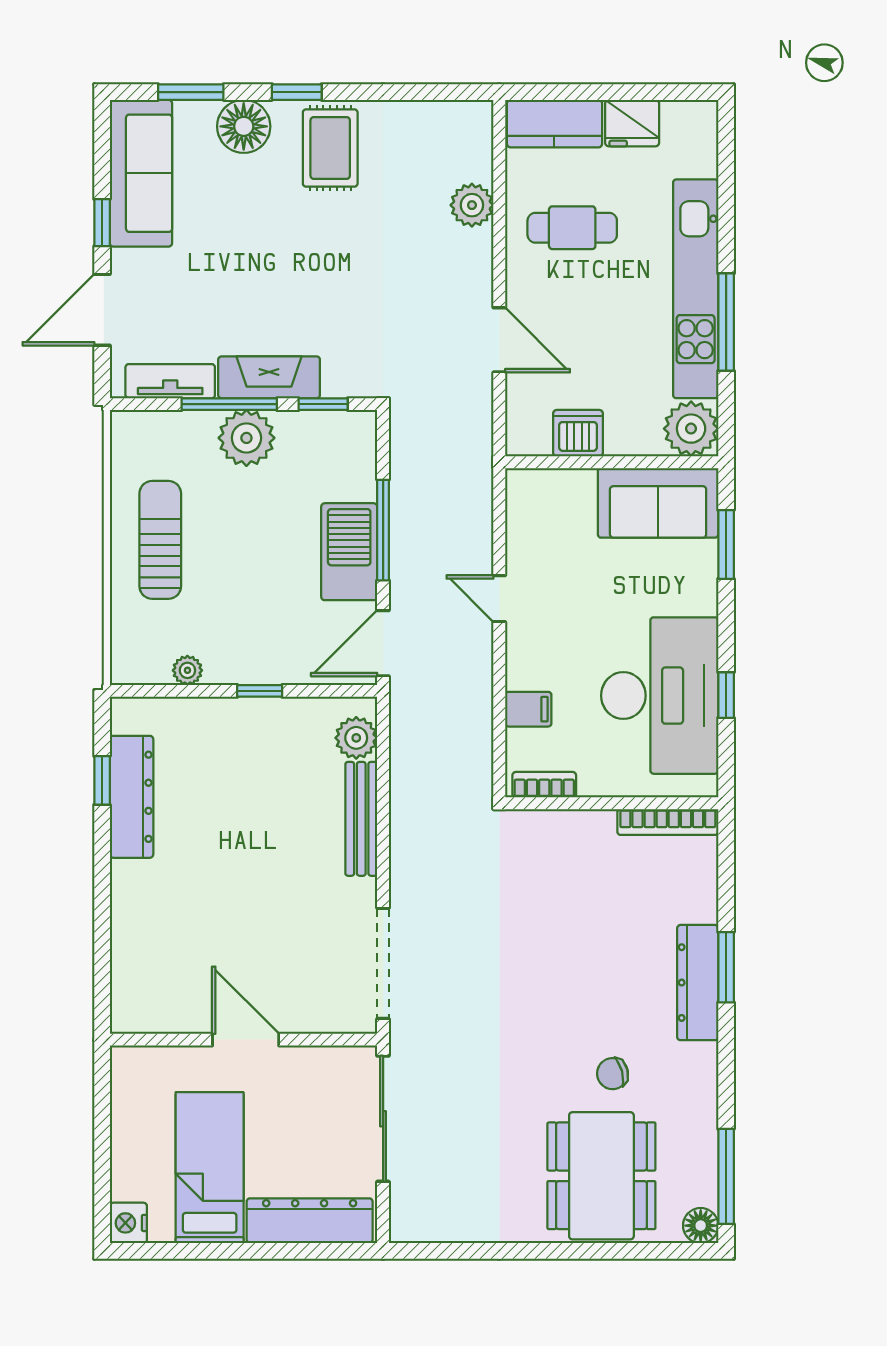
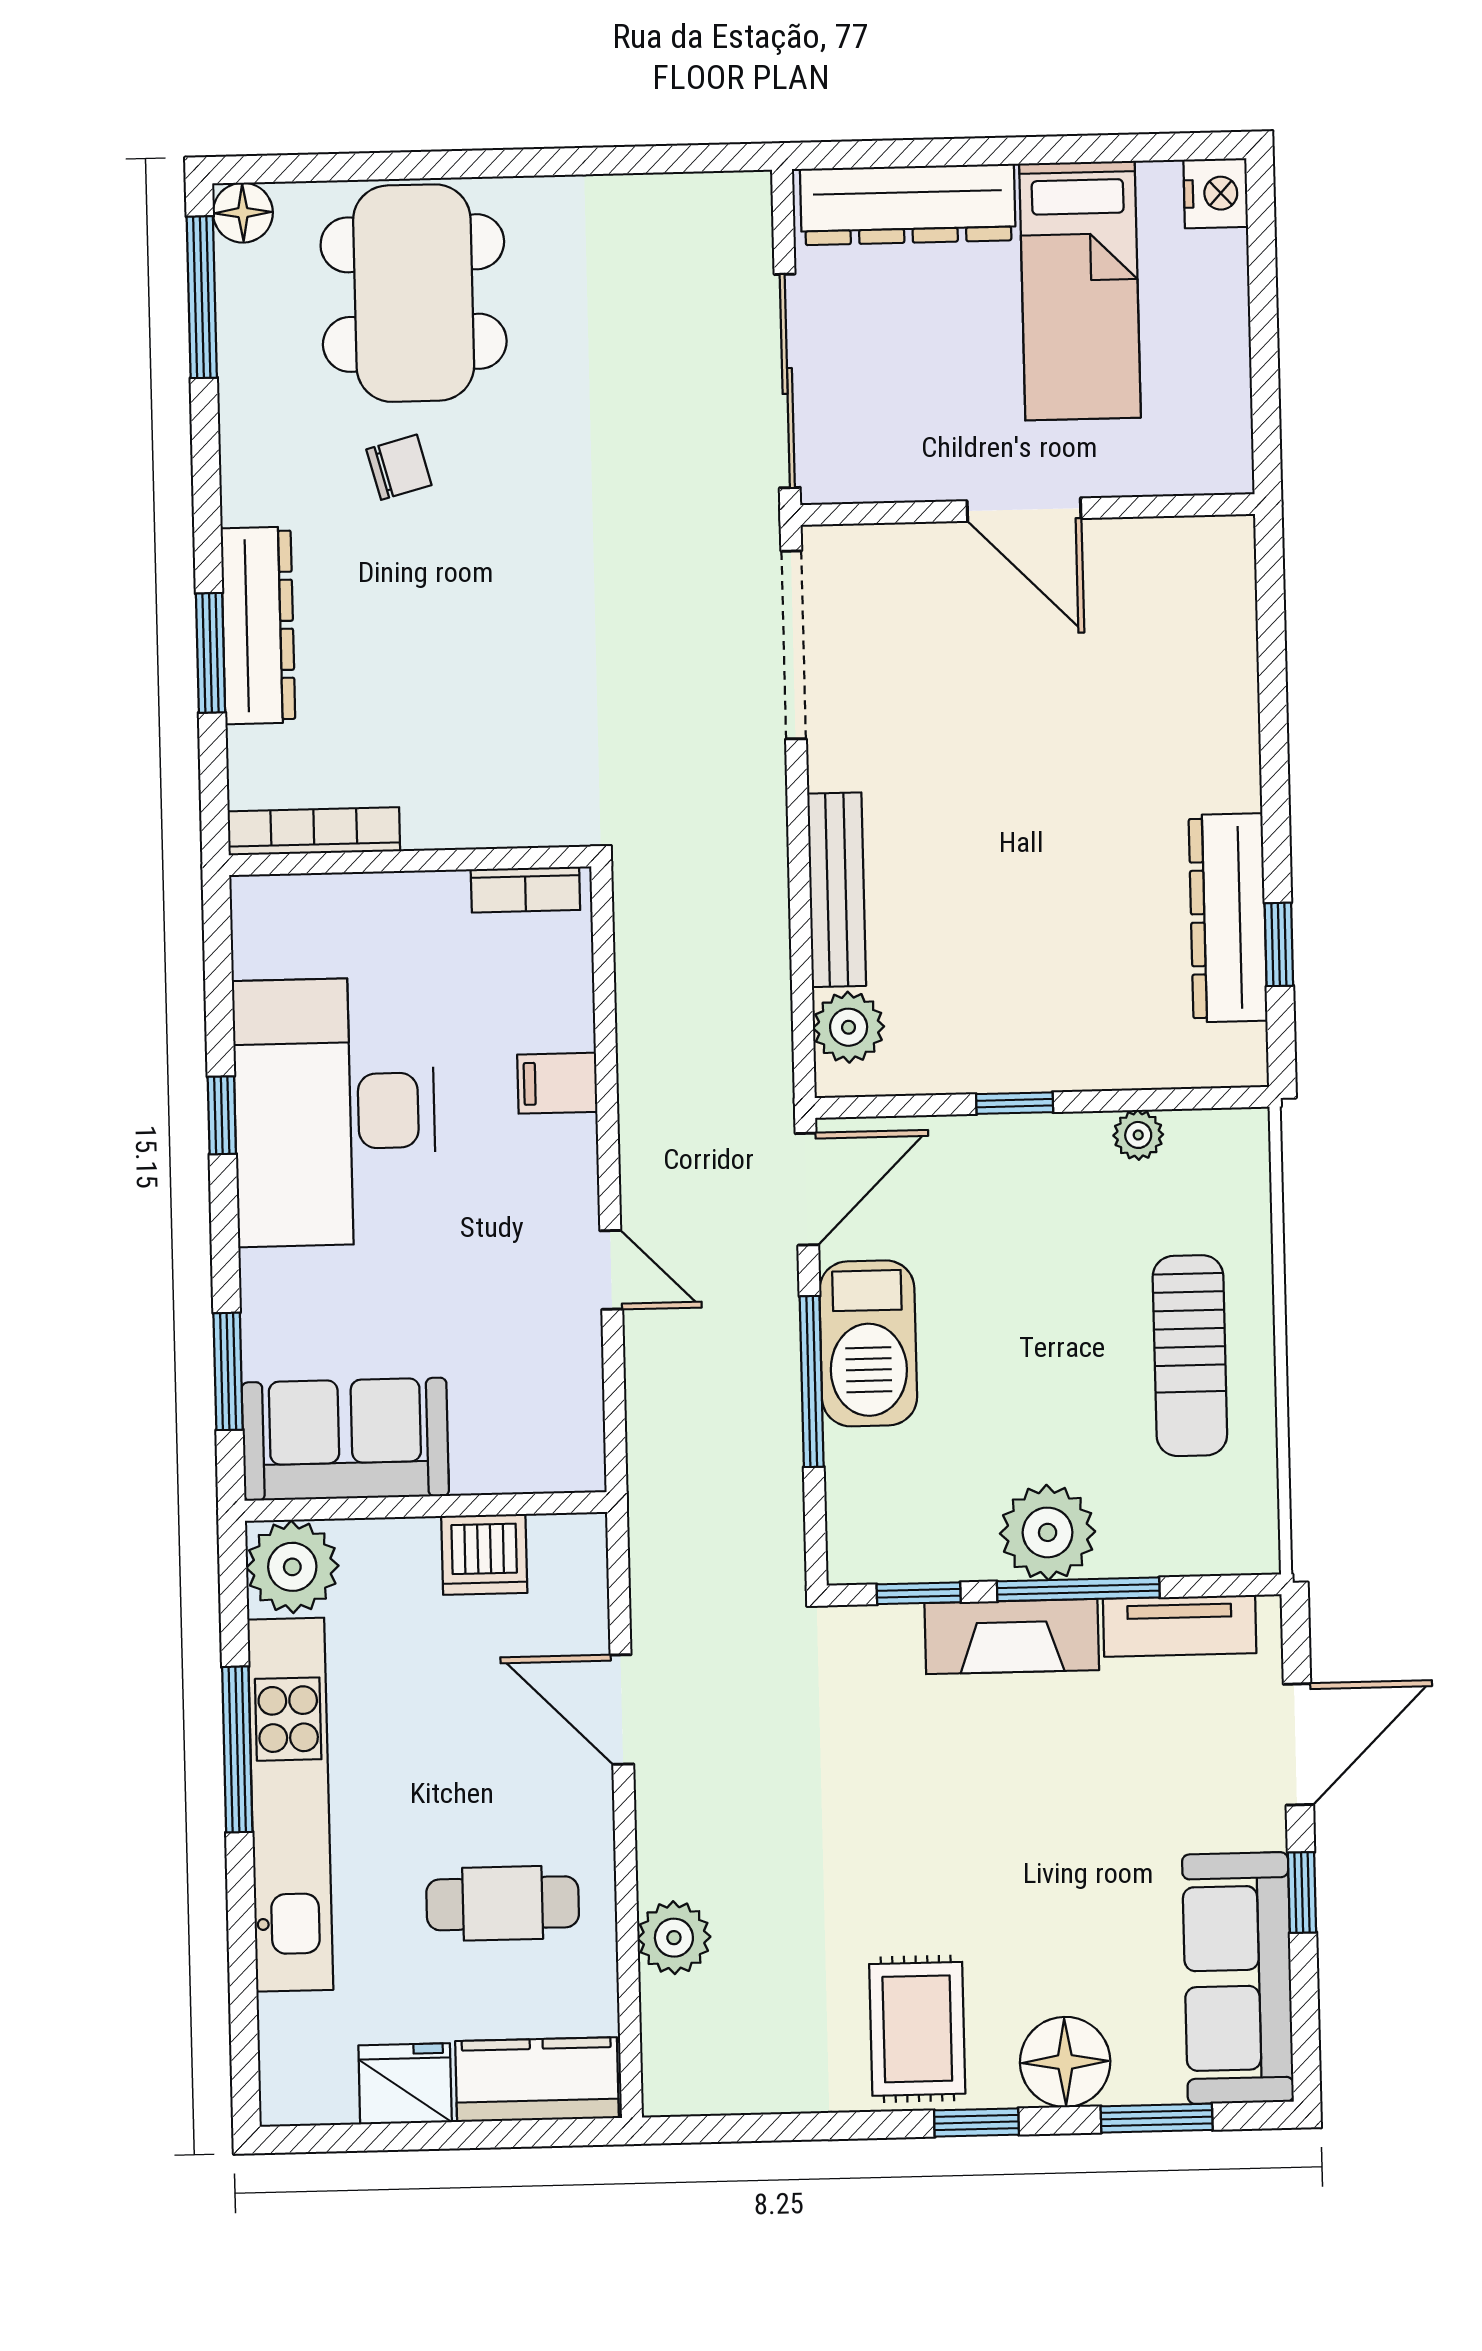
bookcase: (544, 785) -> (525, 890), moved
wall: (612, 803) -> (410, 861), moved
bookcase: (668, 822) -> (314, 831), moved

